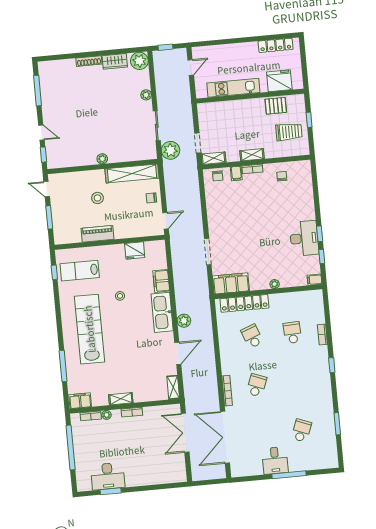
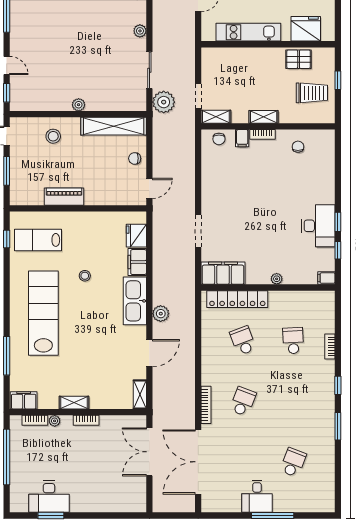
stool: (97, 198) -> (53, 136), moved
fridge: (135, 250) -> (136, 236), moved, turned 90
window: (337, 424) -> (338, 426), moved

